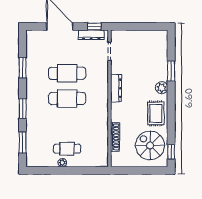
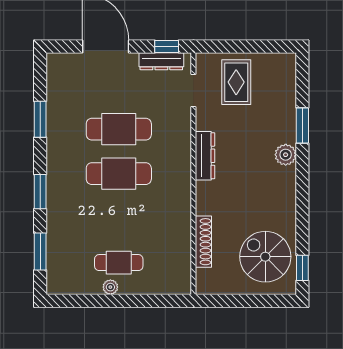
rug: (156, 113) -> (236, 82), moved

